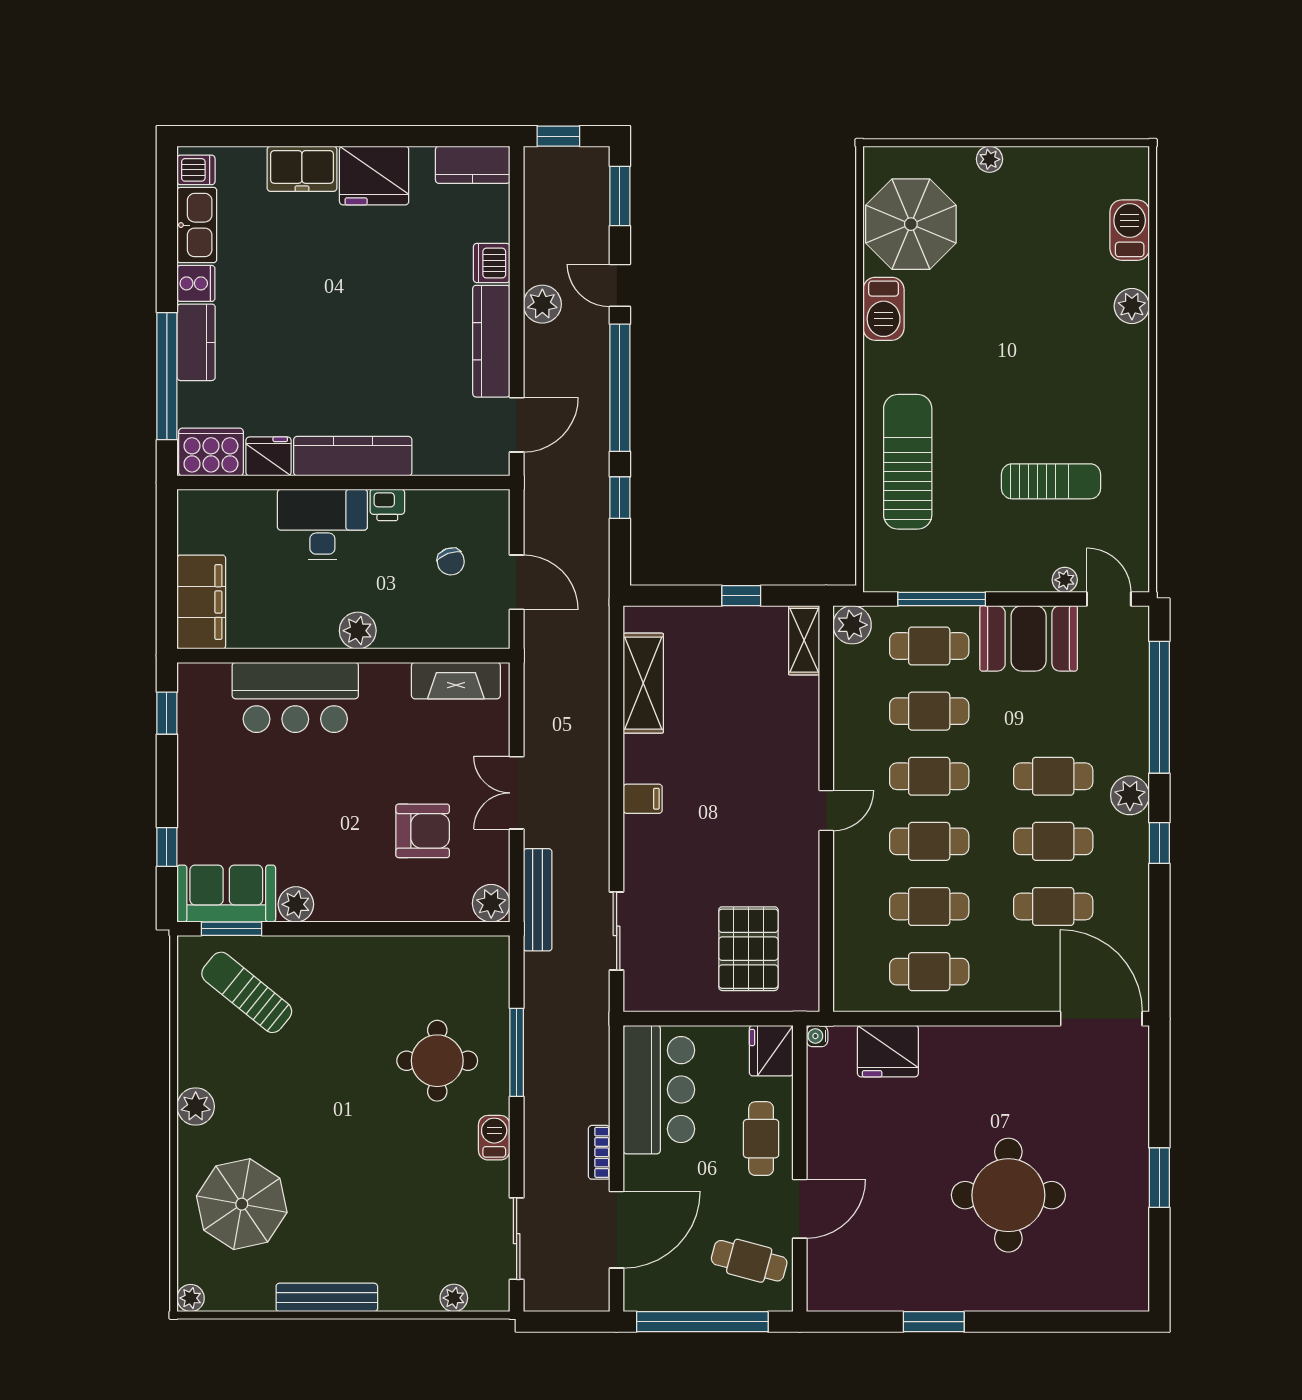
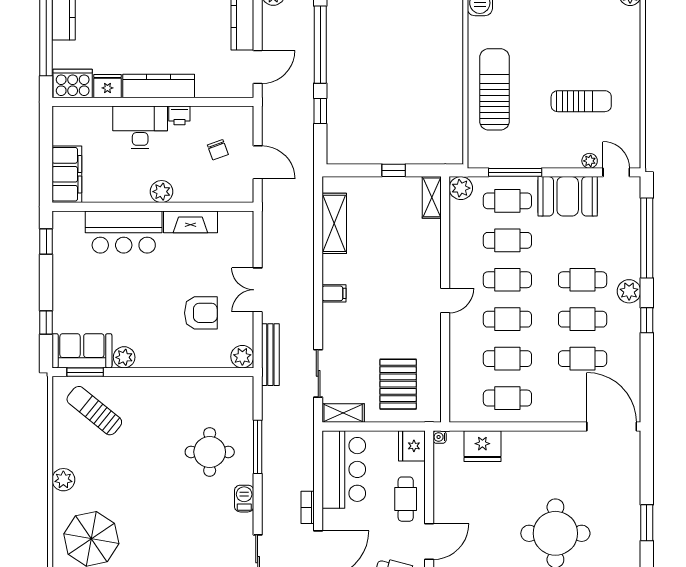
fireplace: (456, 681) -> (190, 222), moved
shelving: (658, 996) -> (343, 413), added

